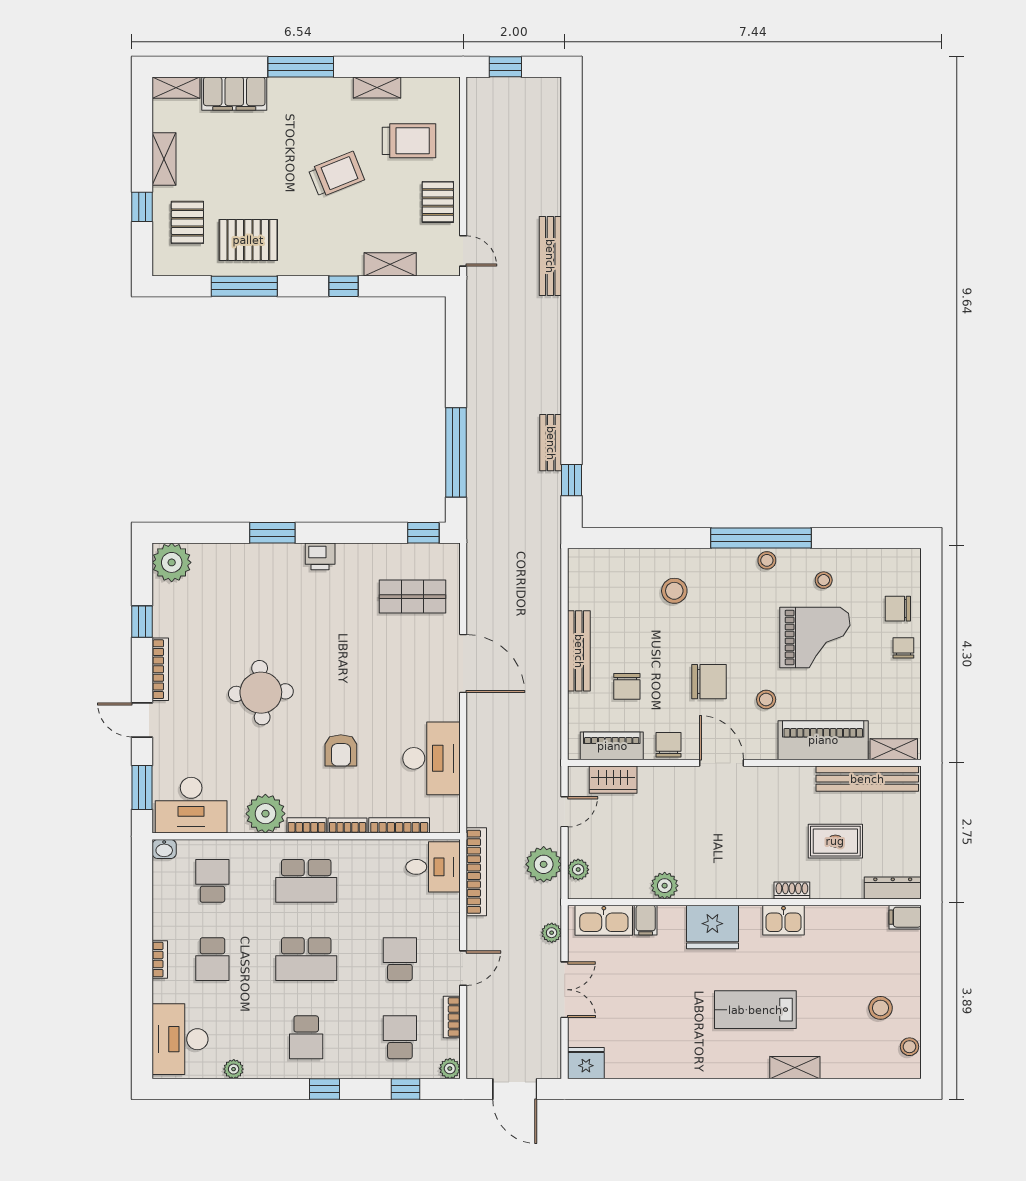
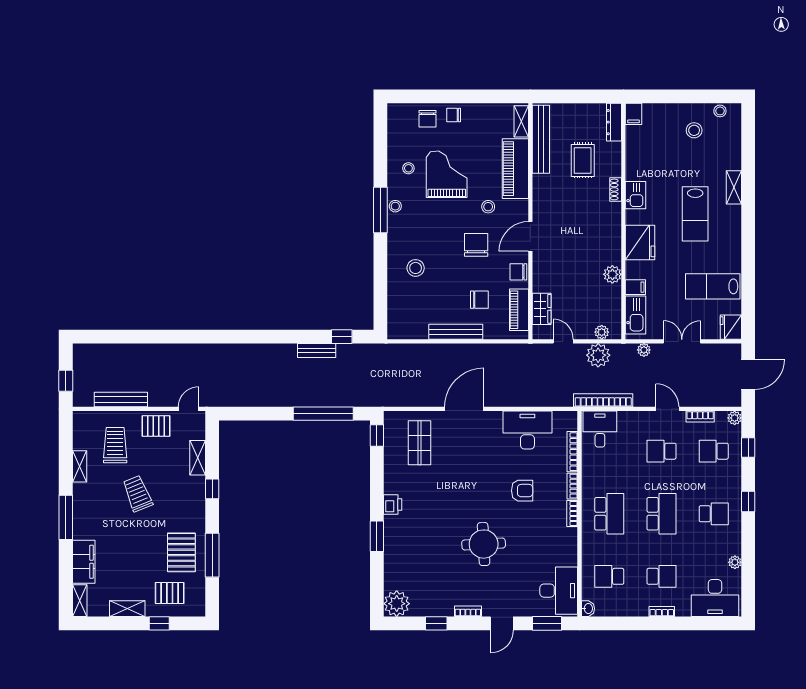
bench: (550, 256) -> (121, 399), moved
window: (761, 538) -> (380, 210), width x0.68
bookcase: (160, 669) -> (468, 611), width x0.64
plant: (265, 814) -> (564, 541), removed
lab bench: (647, 1036) -> (713, 286), added

